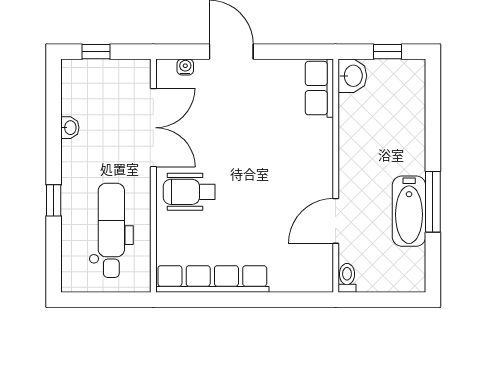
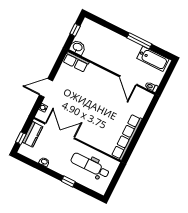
kitchen counter: (117, 73) -> (33, 134), added
wheelchair: (189, 192) -> (90, 130), removed
bathtub: (409, 211) -> (153, 59), moved

